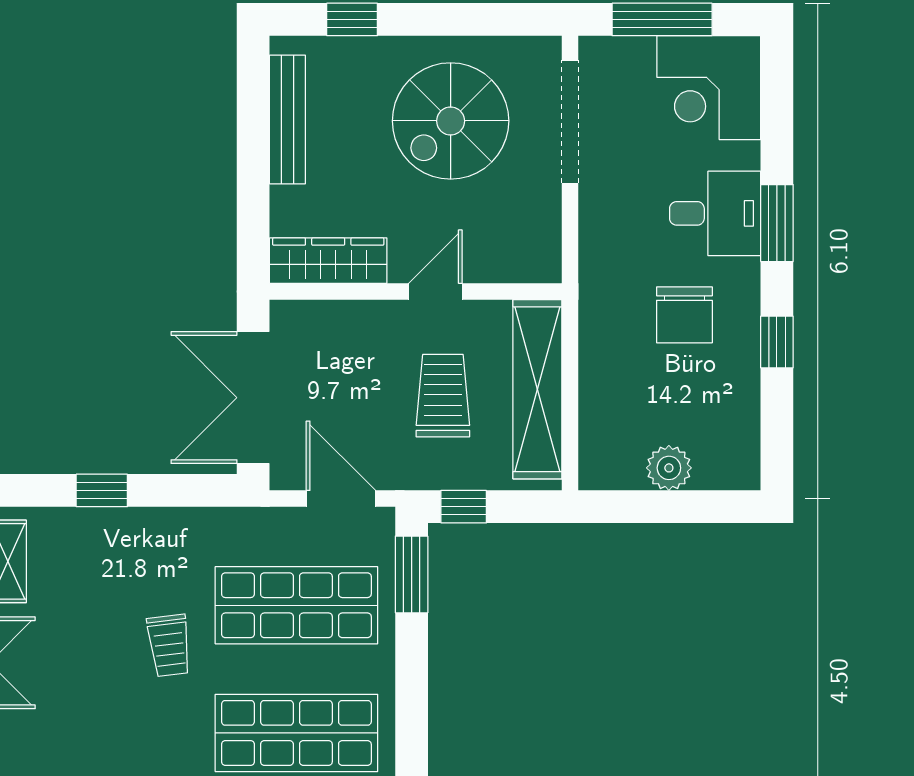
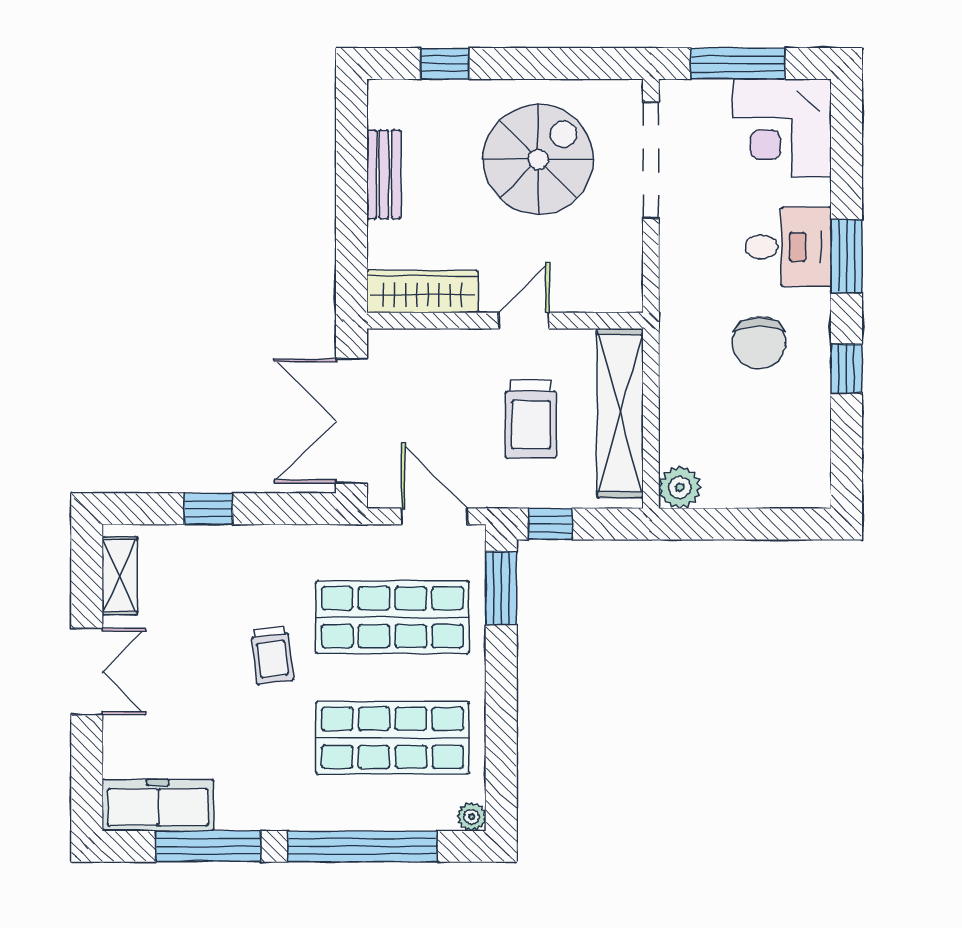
bench: (287, 119) -> (384, 174), width x0.73
spiral stairs: (451, 121) -> (538, 160), turned 180
trolley: (443, 396) -> (531, 419), turned 180
plant: (669, 468) -> (680, 487), moved

